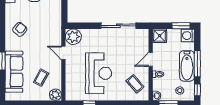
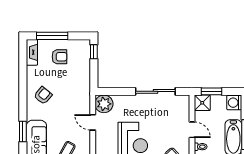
window: (181, 26) -> (212, 91), moved
door: (151, 59) -> (192, 130), swing flipped

